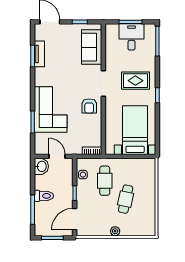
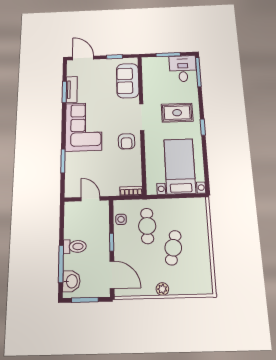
desk: (131, 37) -> (183, 69), moved
corner sofa: (51, 109) -> (84, 127), moved
washbasin: (41, 166) -> (71, 281), moved
door: (75, 219) -> (112, 275), swing flipped

